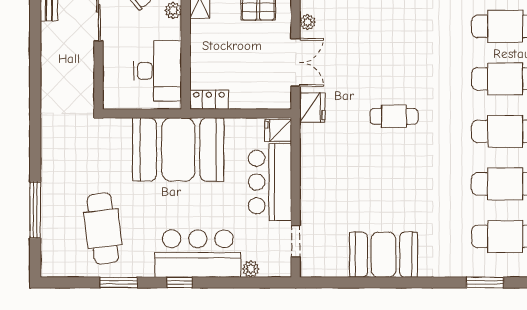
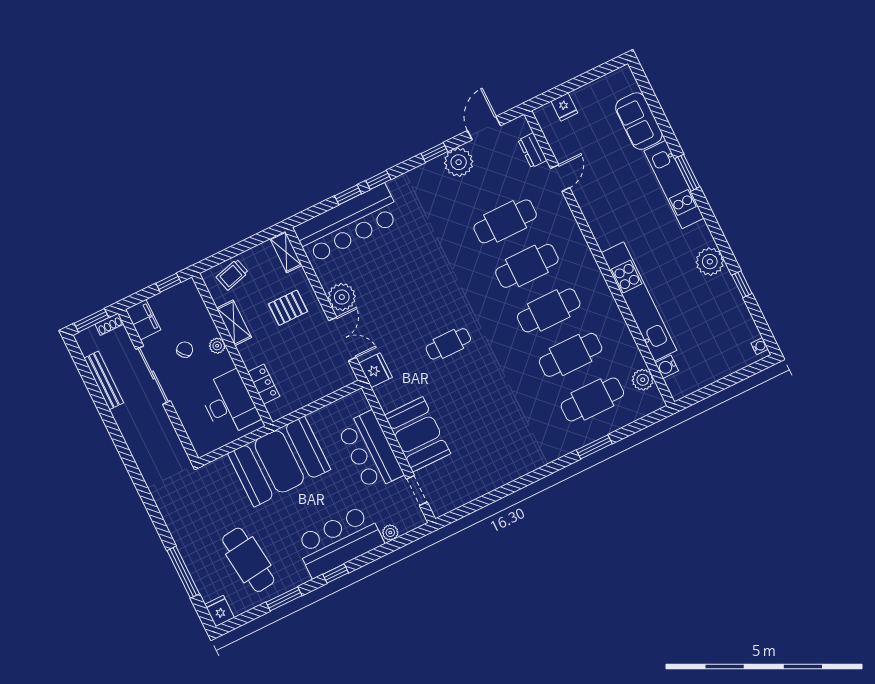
plant: (308, 22) -> (342, 297), width x1.88, depth x1.88
locker: (209, 100) -> (264, 384), moved, turned 90
fridge: (278, 130) -> (219, 611), moved, turned 90
booth: (384, 255) -> (418, 434), moved, turned 90

